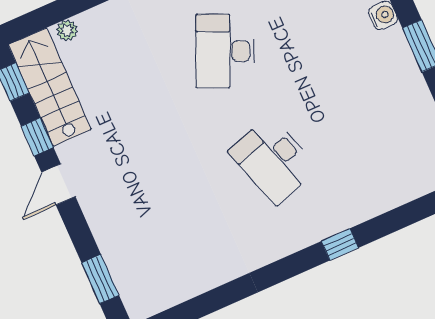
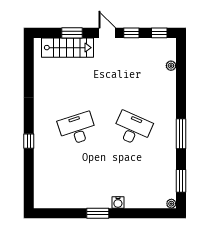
stairs: (50, 87) -> (68, 48), moved
window: (100, 279) -> (72, 33), moved

